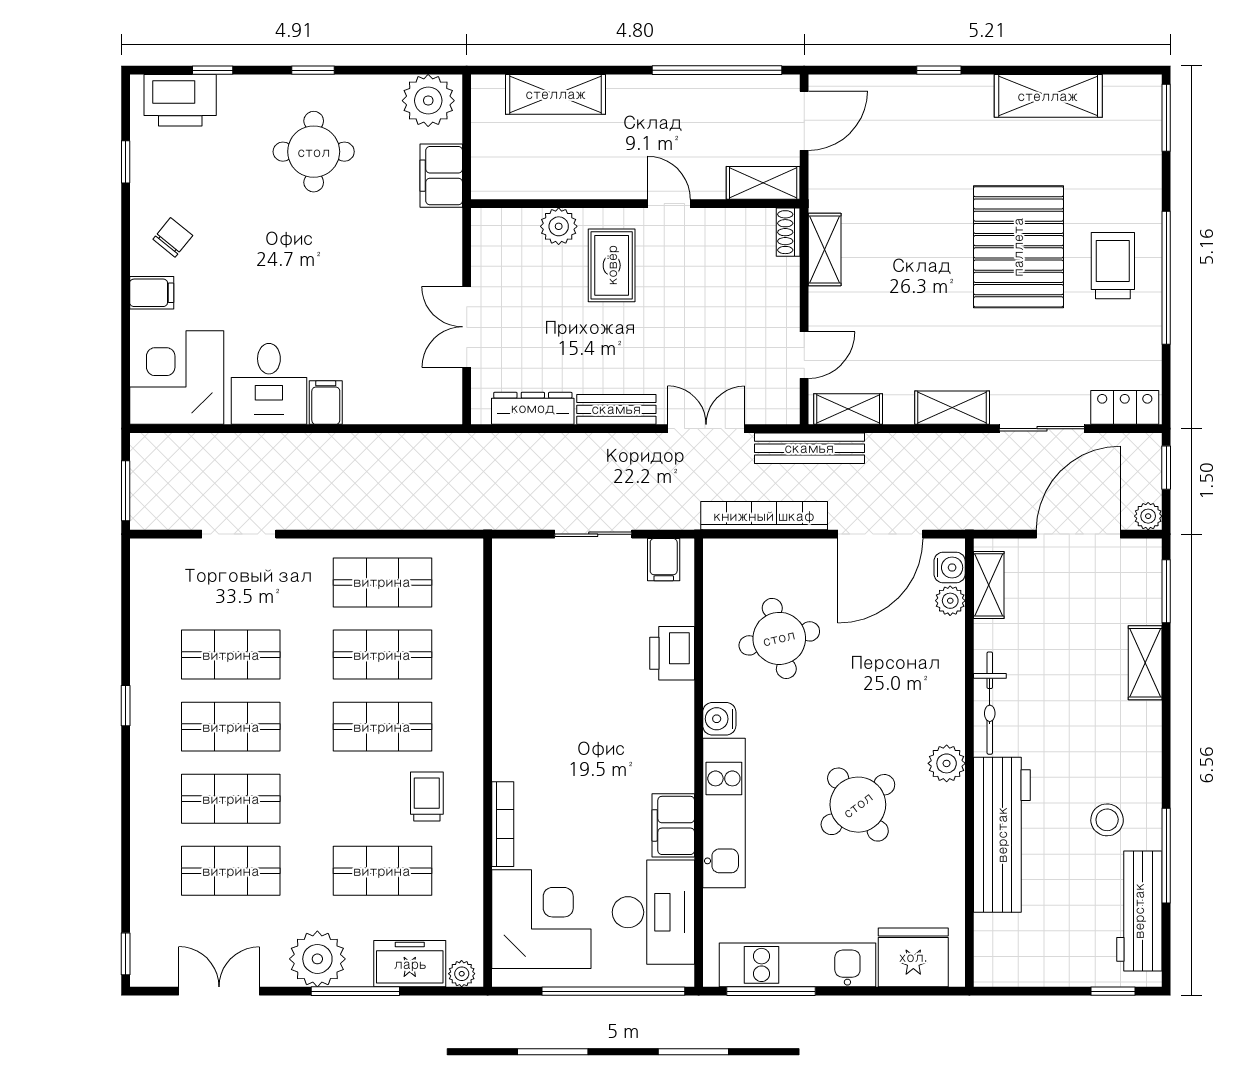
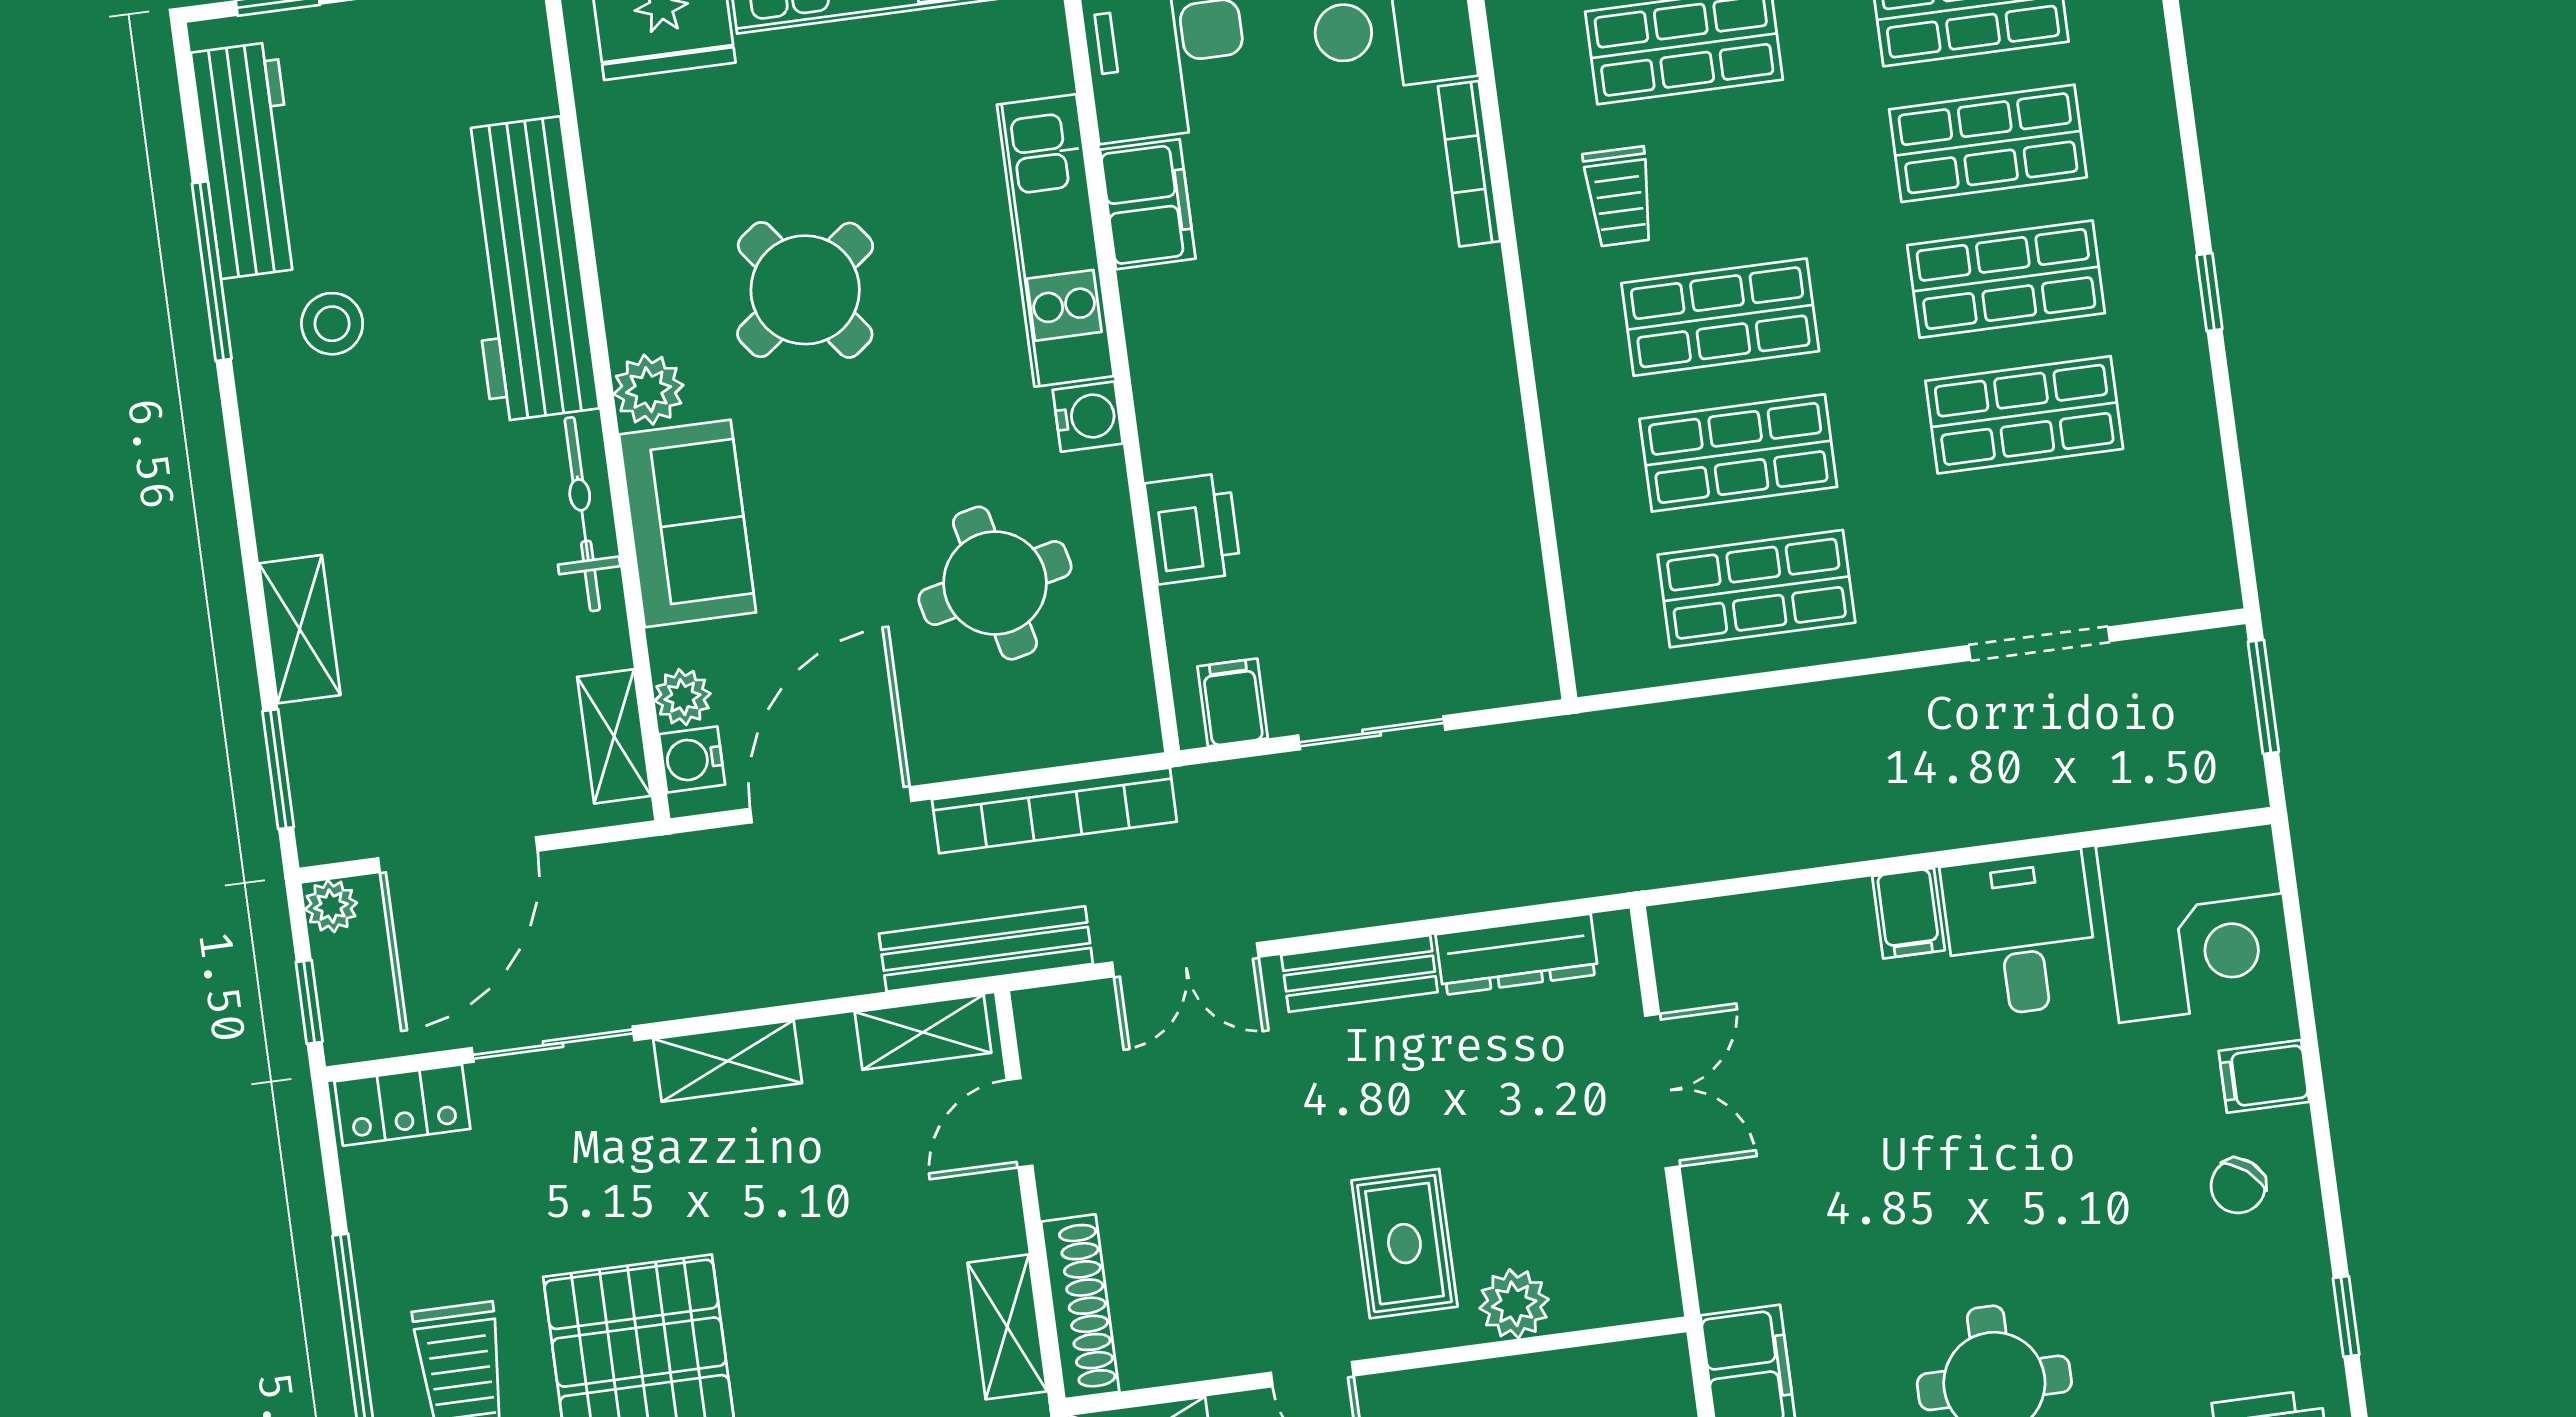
shoe rack: (788, 232) -> (1080, 1307), width x1.94, depth x1.24
sofa: (935, 691) -> (688, 523), added

